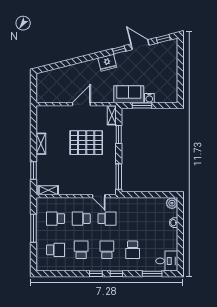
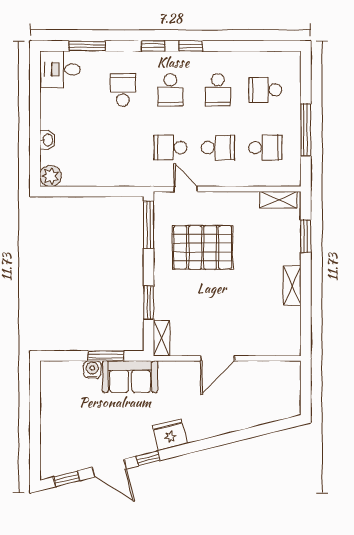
pallet: (86, 143) -> (203, 247), moved

